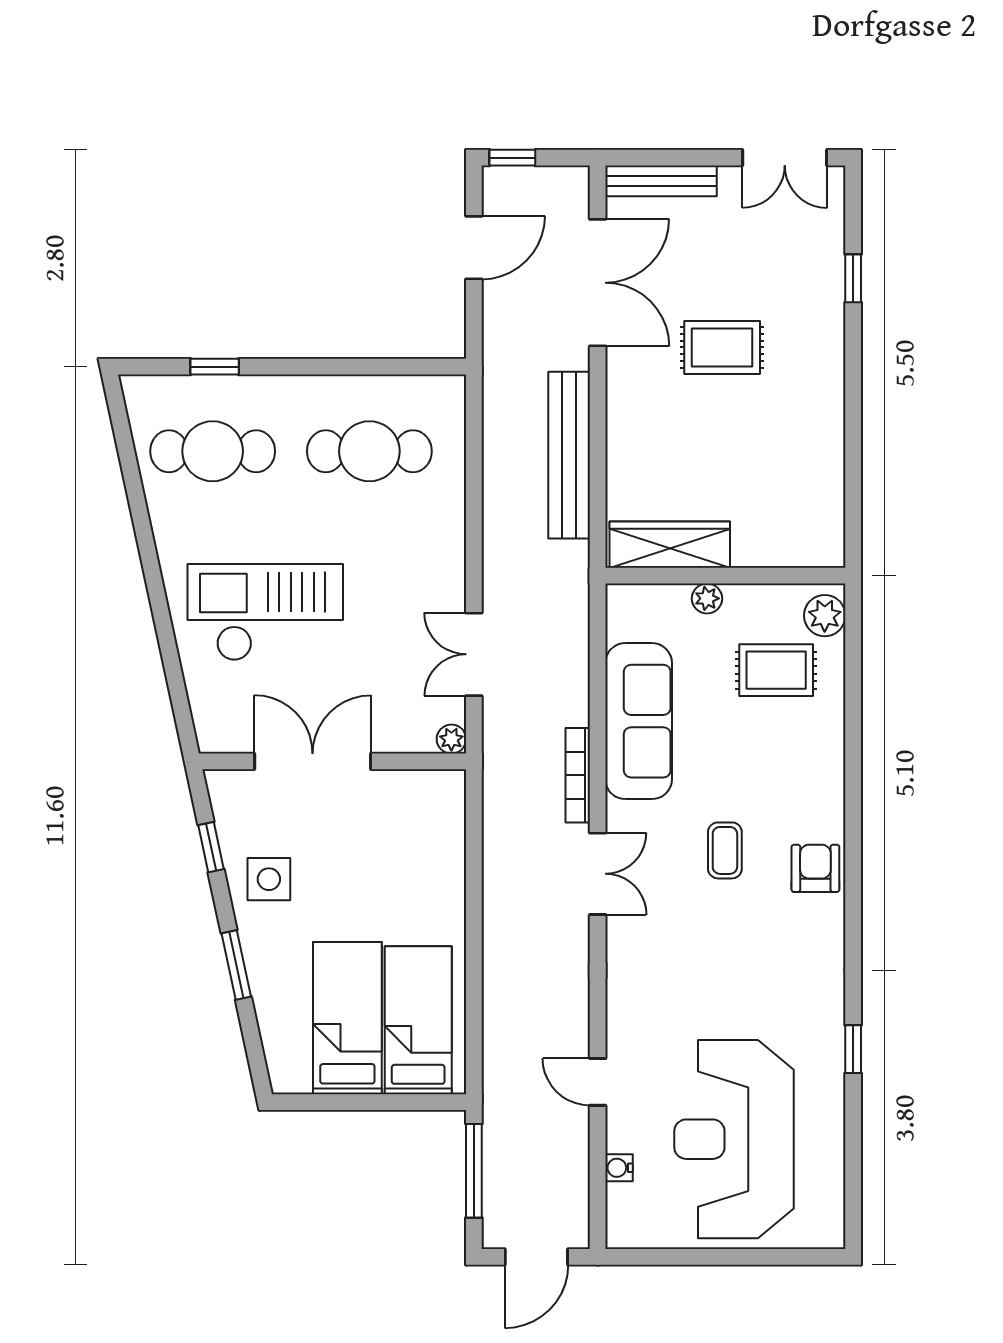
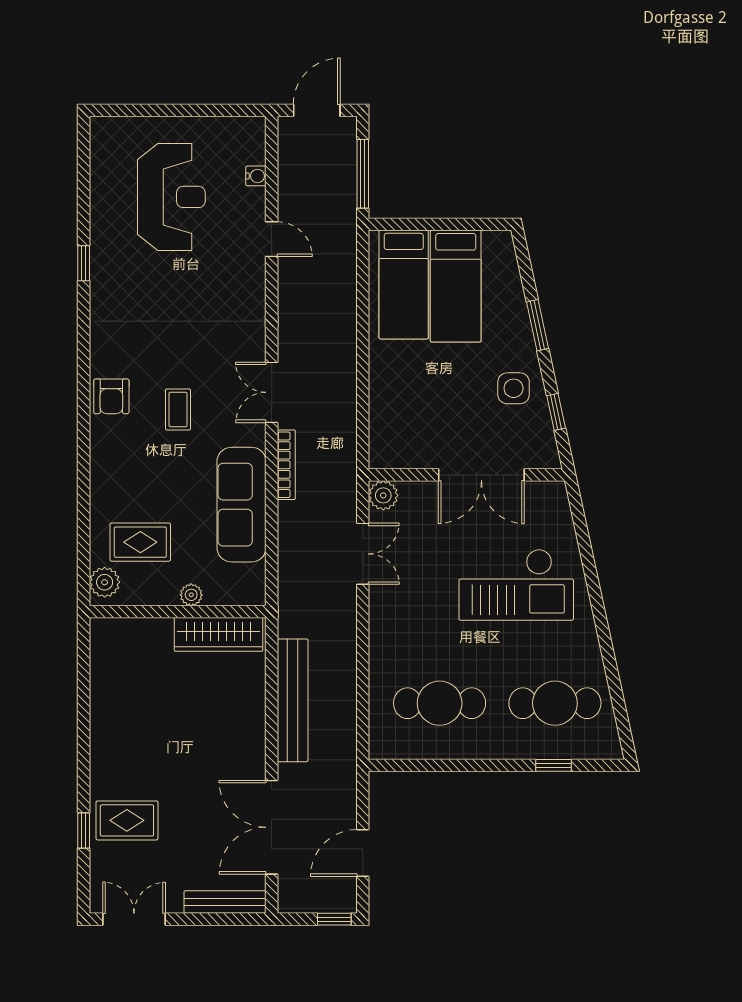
rug: (722, 347) -> (127, 820), moved
plant: (451, 739) -> (383, 495), width x1.38, depth x1.38
reception desk: (734, 1139) -> (171, 197), width x0.74, depth x0.77

